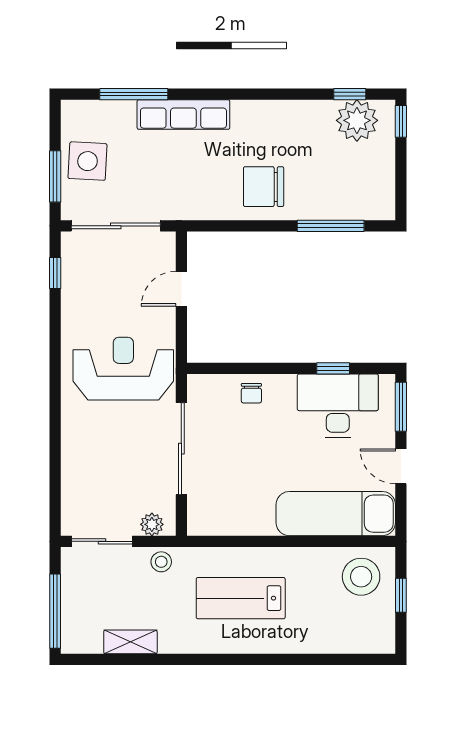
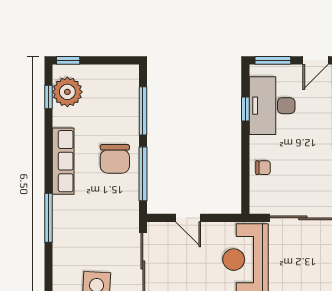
window: (134, 94) -> (48, 218), moved
row of seats: (183, 115) -> (63, 161), moved
window: (243, 226) -> (143, 174), added

